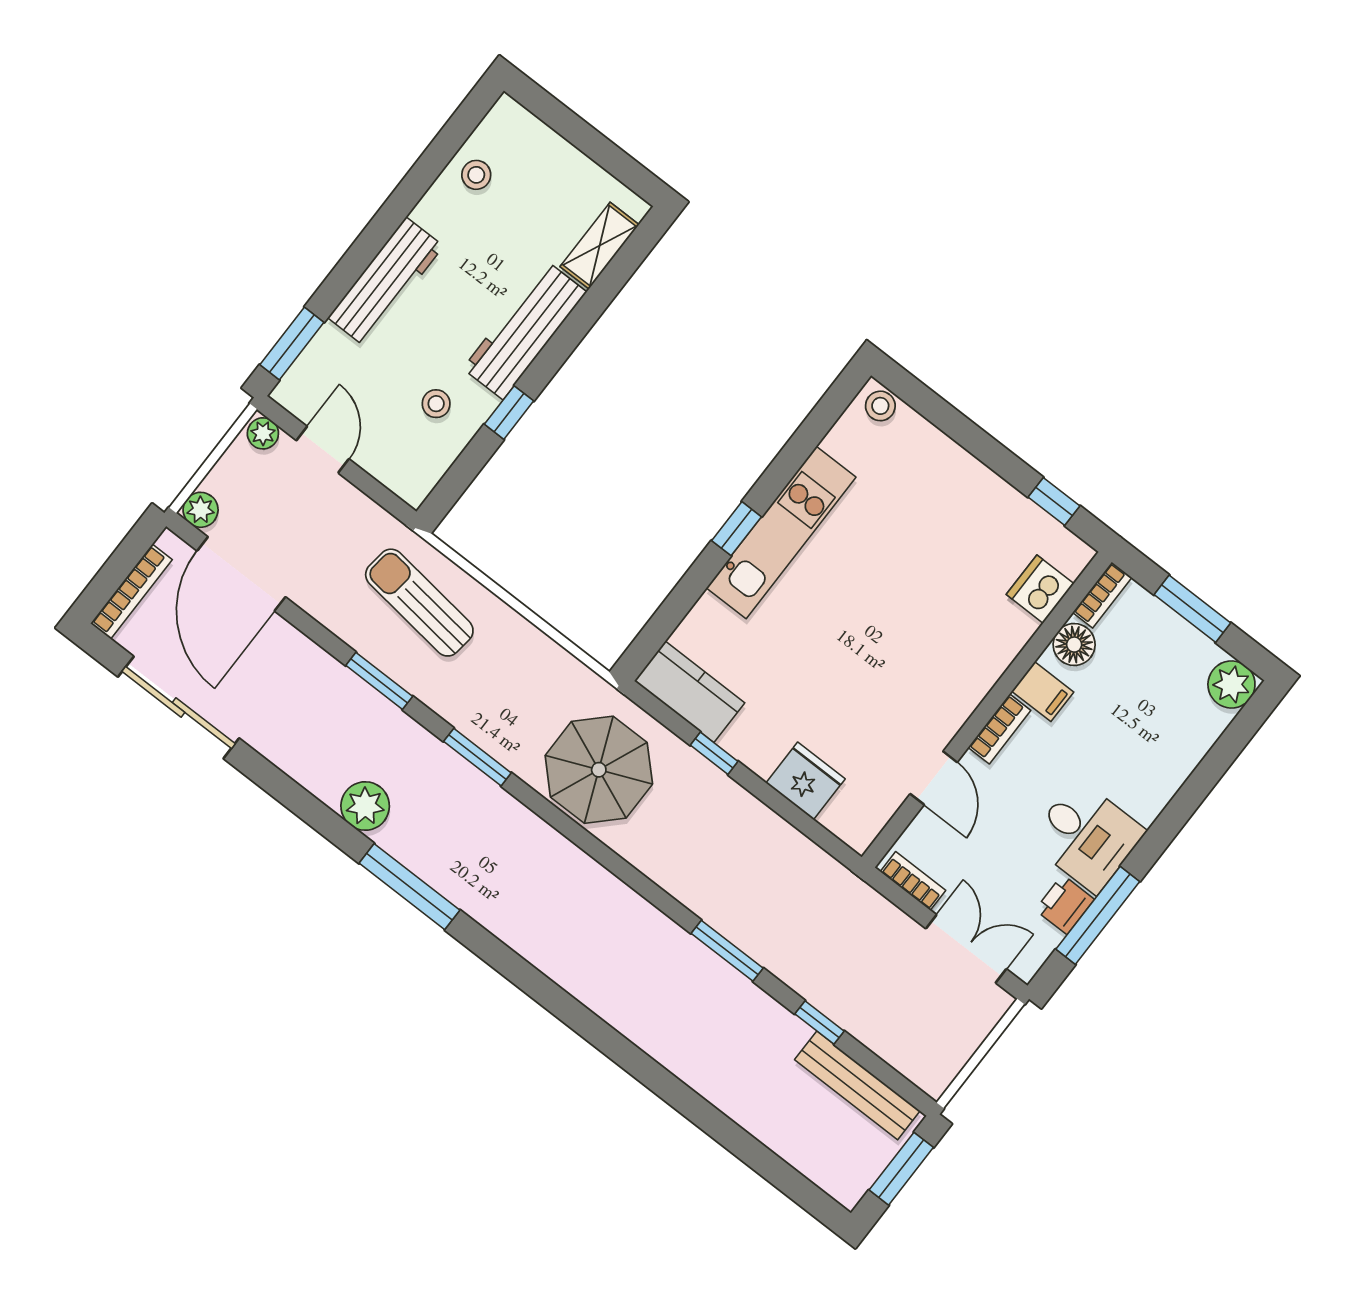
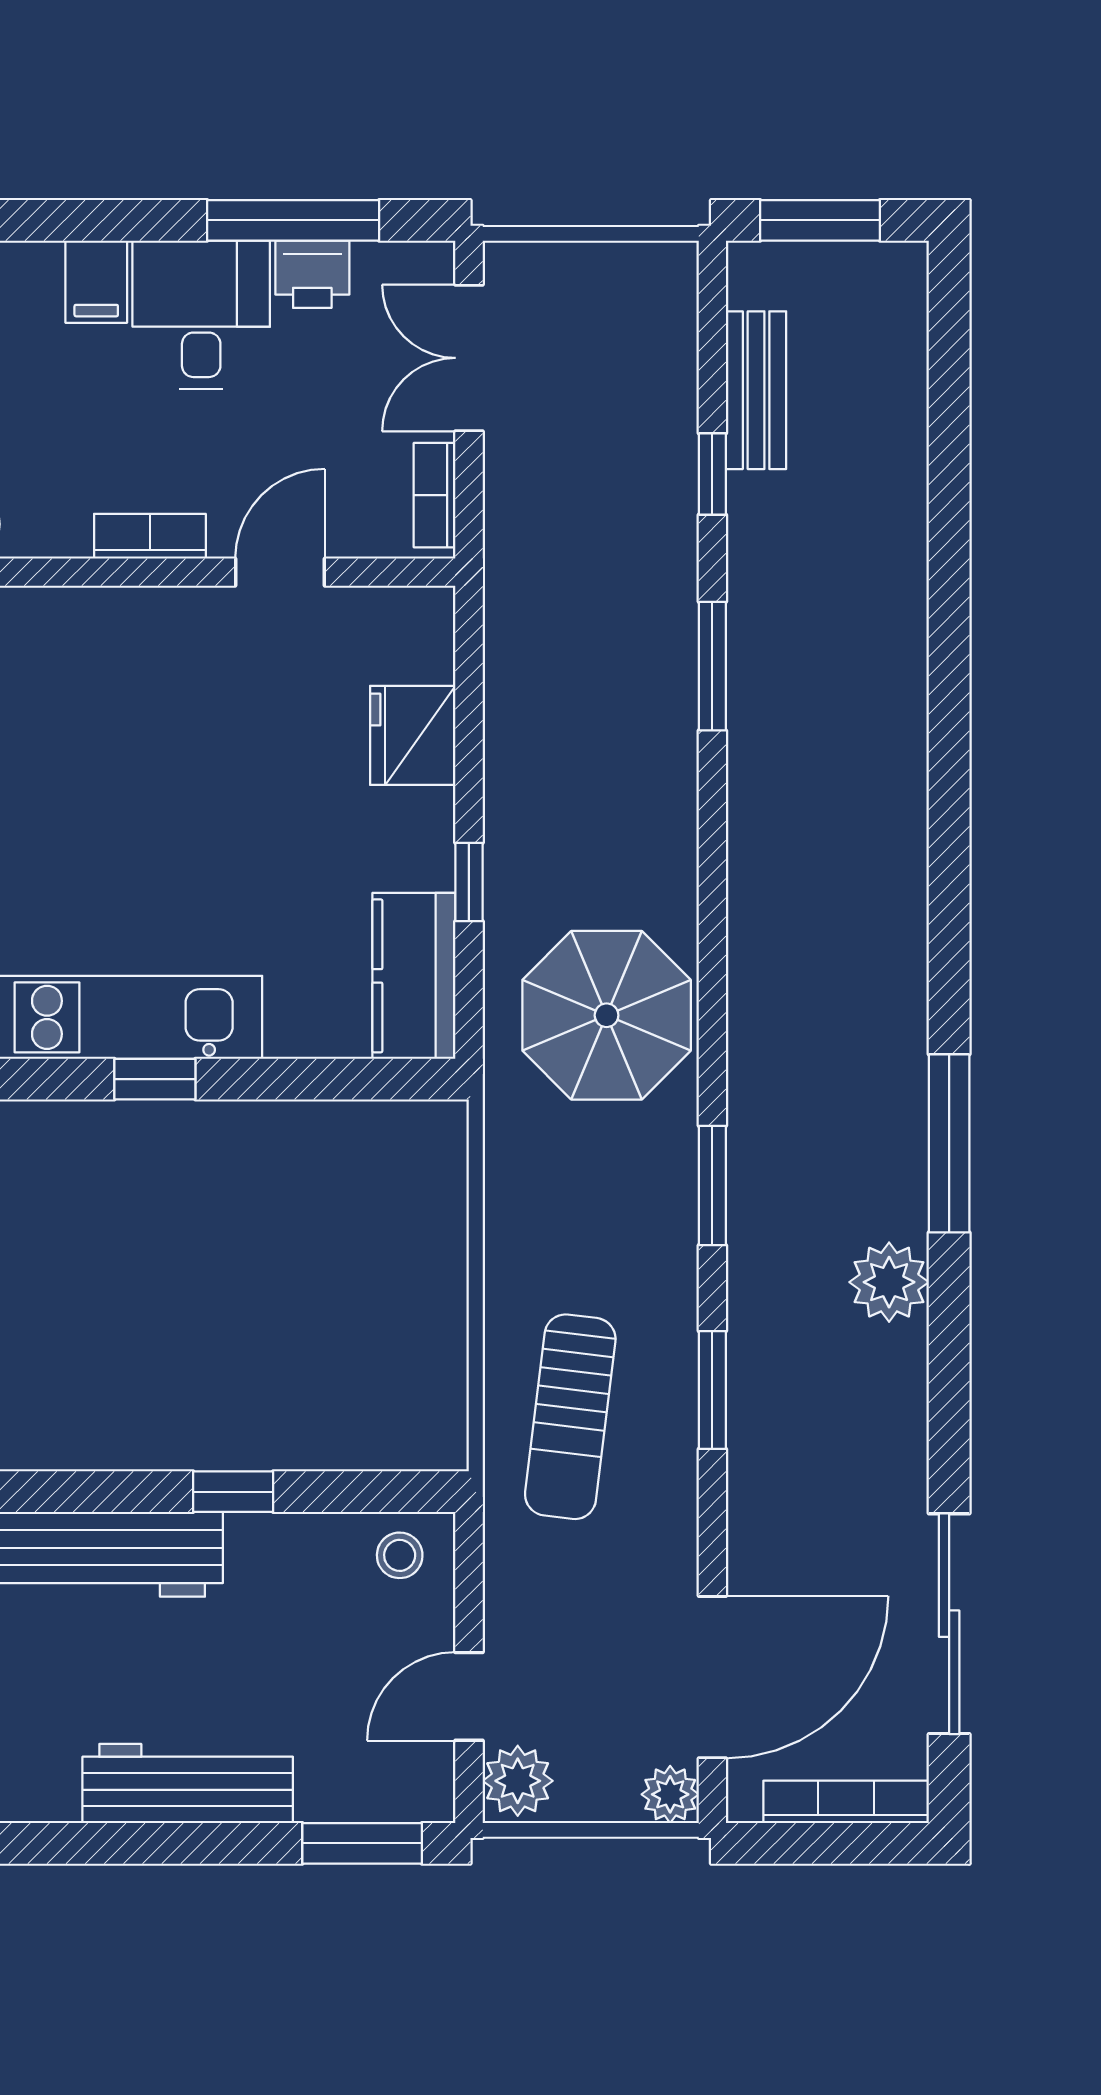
stool: (436, 404) -> (400, 1555), moved
plant: (263, 433) -> (518, 1781), width x1.38, depth x1.38
filing cabinet: (1043, 692) -> (96, 282), moved, turned 180
bench: (857, 1085) -> (756, 390), width x0.73

